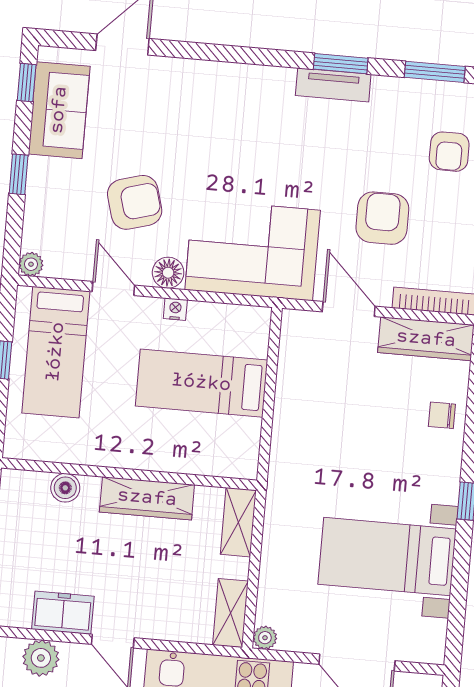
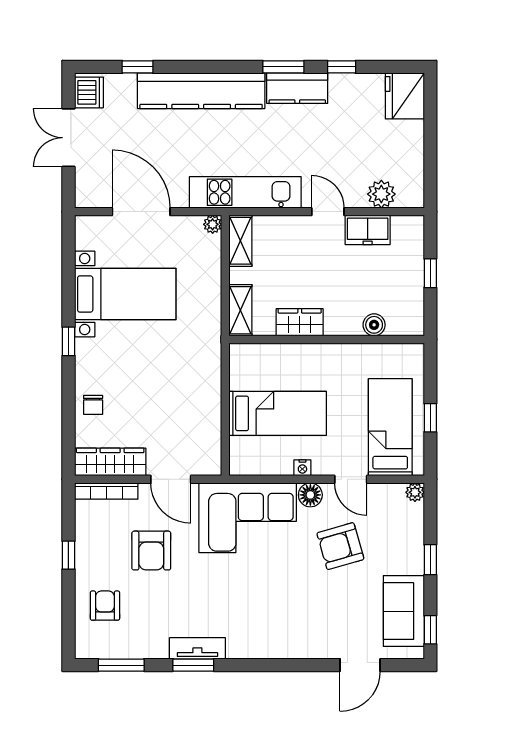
chair: (442, 415) -> (93, 405), turned 90
wardrobe: (147, 498) -> (300, 322), width x0.67

